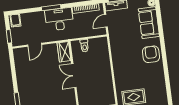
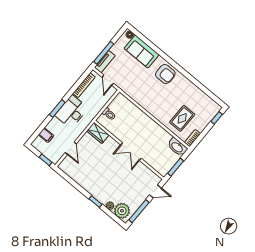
filing cabinet: (15, 21) -> (46, 135), moved
armchair: (151, 54) -> (165, 74), turned 180
double door: (74, 76) -> (131, 152), moved

